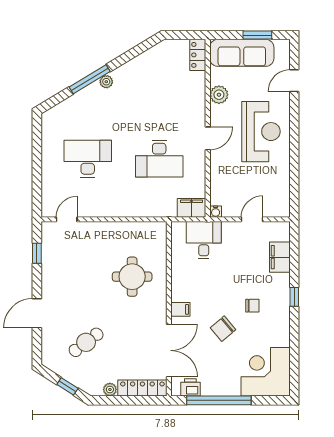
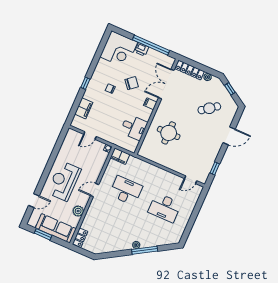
desk: (204, 240) -> (134, 127), moved, turned -90
printer: (190, 387) -> (142, 49), moved

